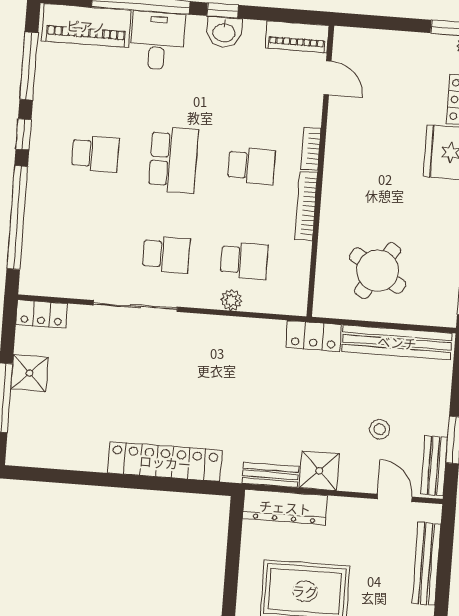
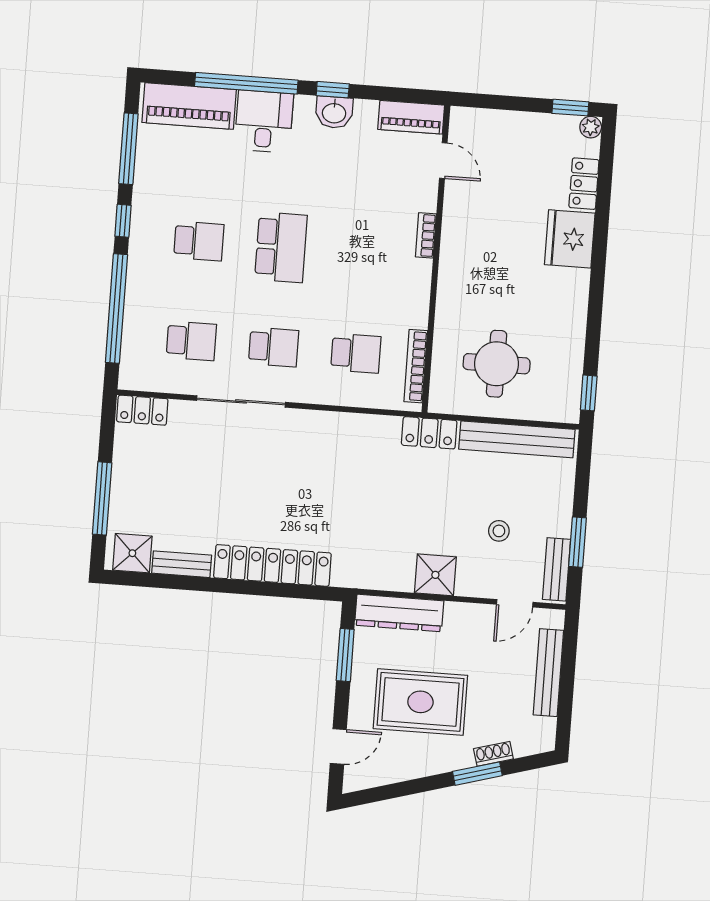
school desk: (251, 166) -> (191, 341), moved
bookcase: (306, 206) -> (416, 366), moved
round table: (378, 271) -> (497, 364), turned -32
plant: (231, 300) -> (342, 395), removed
shower: (29, 373) -> (132, 553), moved
bench: (270, 475) -> (182, 564), moved
door: (395, 498) -> (515, 603), swing flipped
window: (234, 547) -> (345, 655), added

